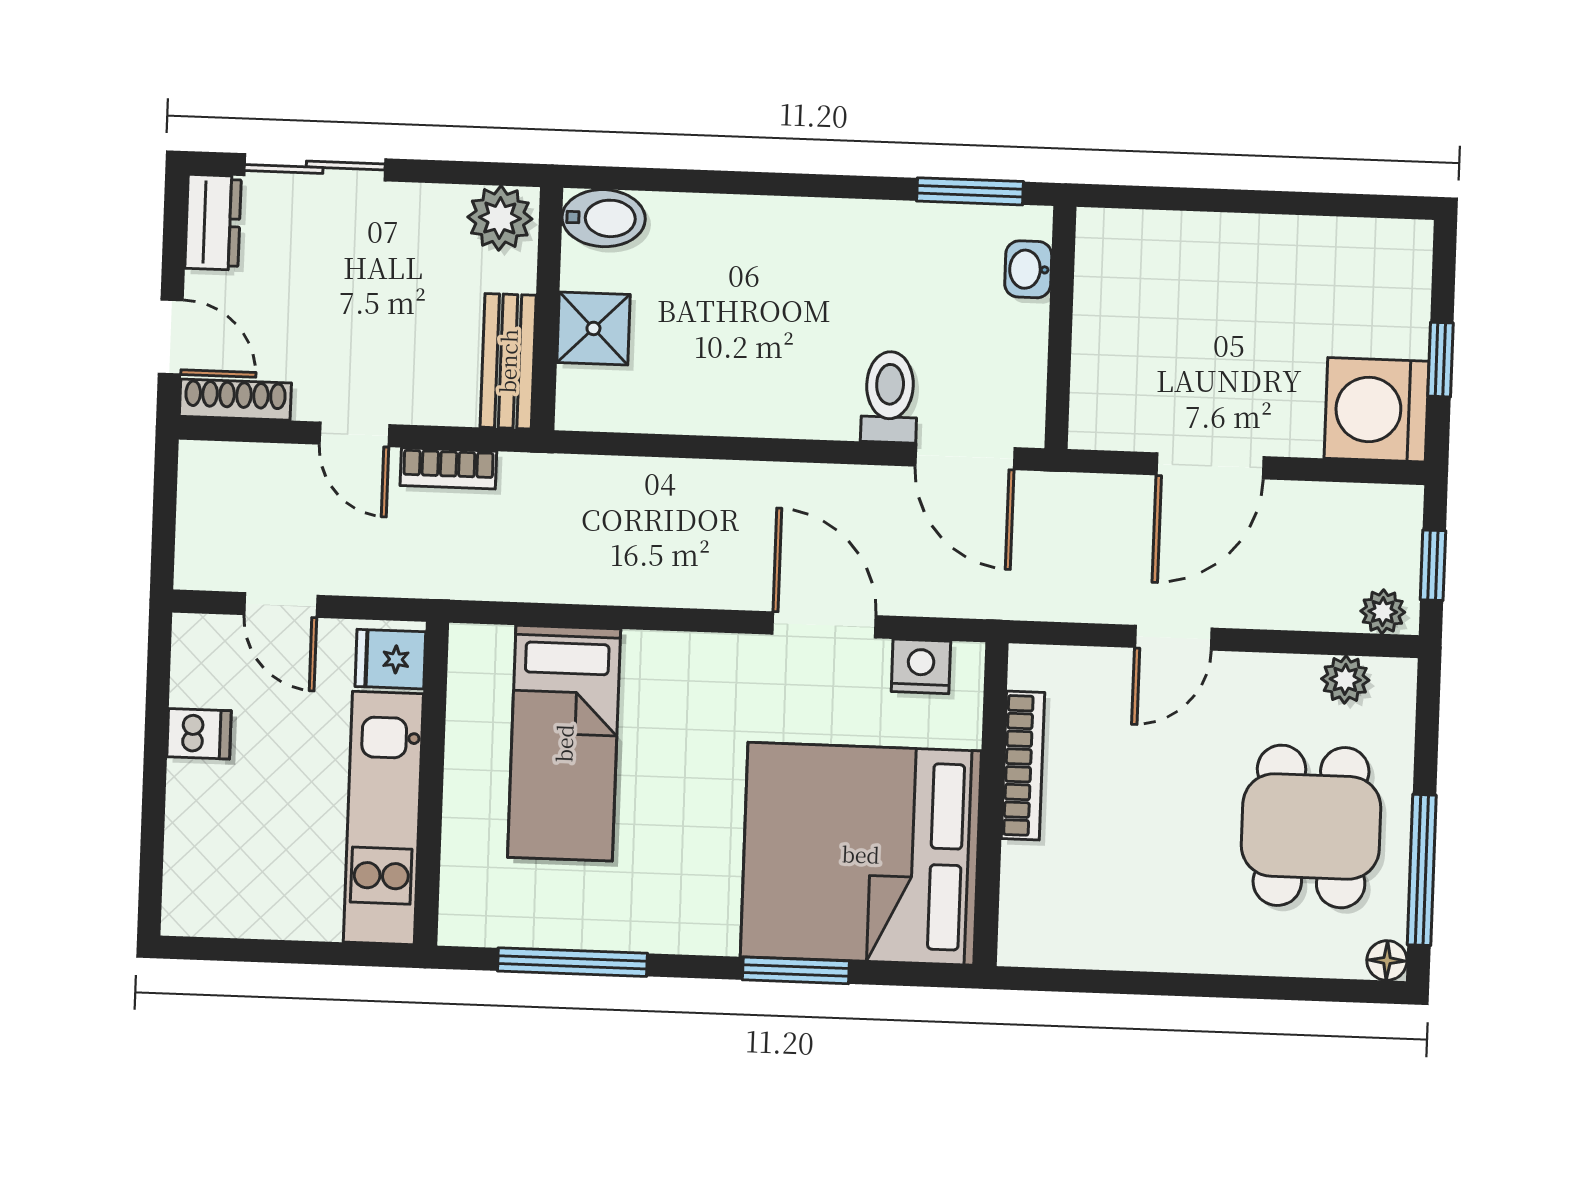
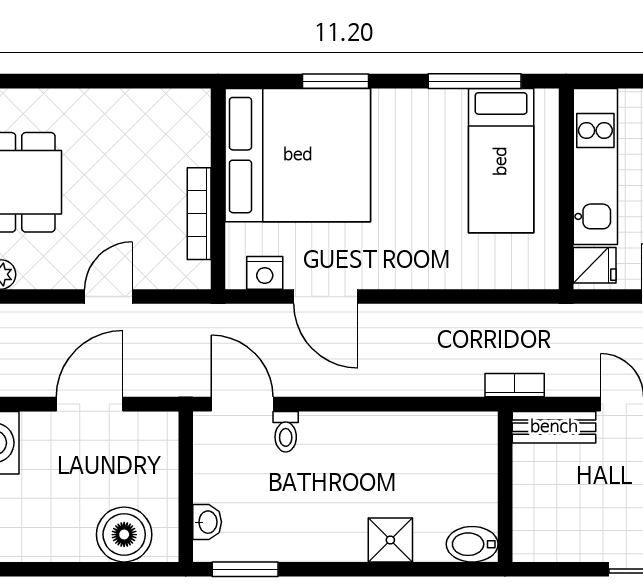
plant: (500, 218) -> (537, 542), removed
boiler: (1162, 254) -> (124, 535), added
shower: (593, 328) -> (390, 540), moved
bench: (508, 361) -> (554, 427), moved, turned 90
toilet: (890, 397) -> (286, 432), width x0.73, depth x0.72
bookcase: (448, 468) -> (515, 385), moved
bed: (564, 743) -> (501, 161), moved, turned 180

